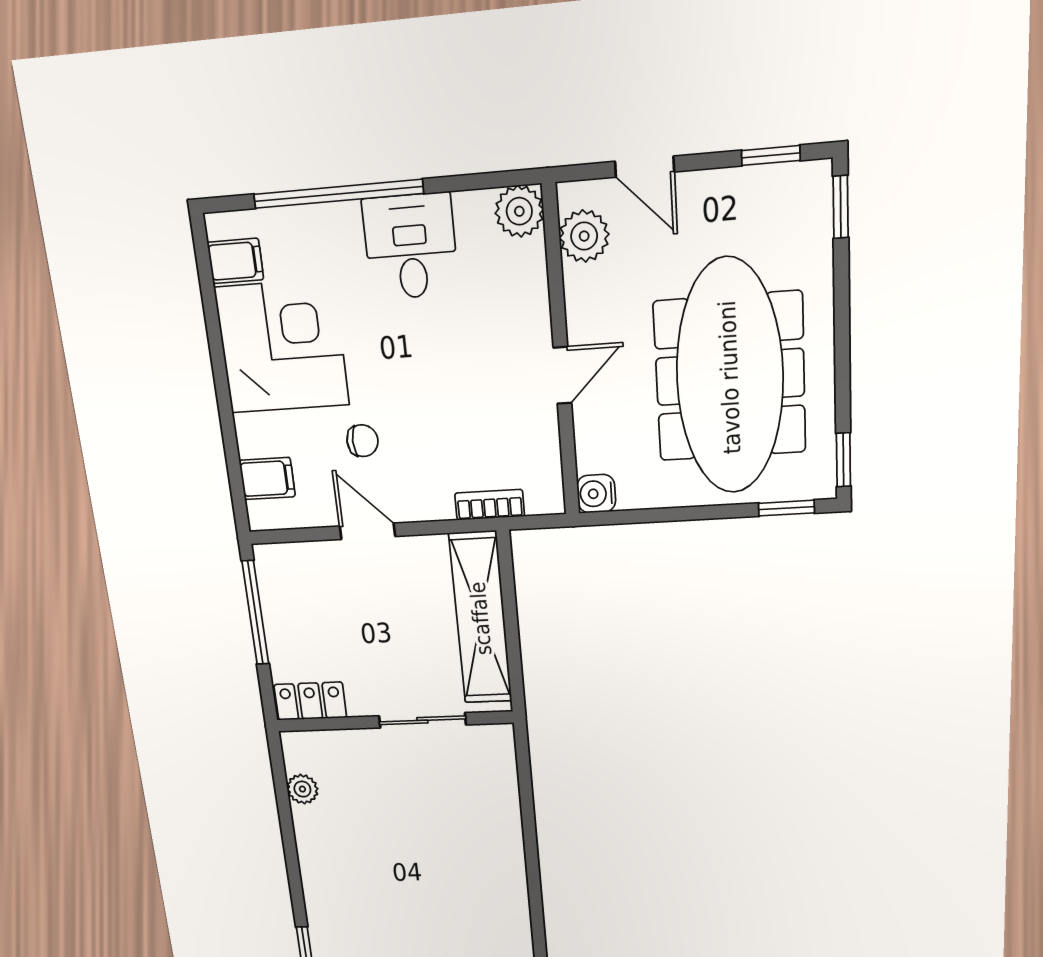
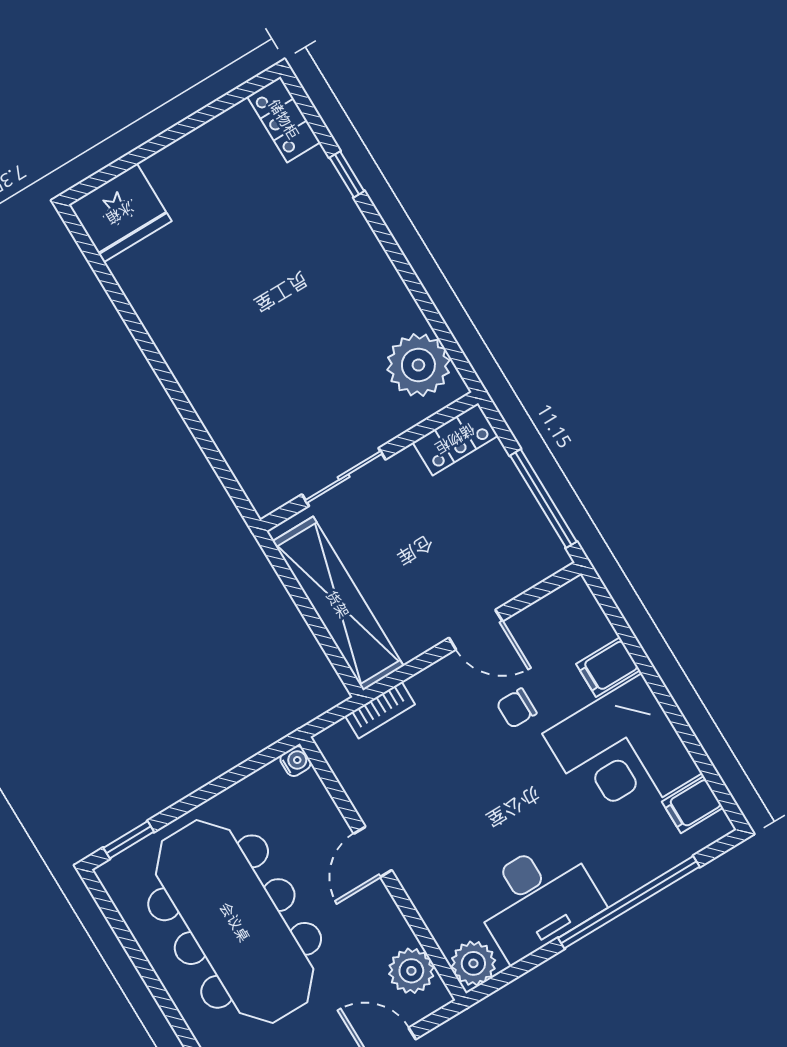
desk: (411, 247) -> (536, 899), width x1.37
window: (843, 460) -> (105, 904), removed
filing cabinet: (267, 479) -> (608, 667), moved
water cooler: (596, 494) -> (295, 761), width x0.72, depth x0.72
plant: (302, 789) -> (418, 365), width x1.88, depth x1.88

